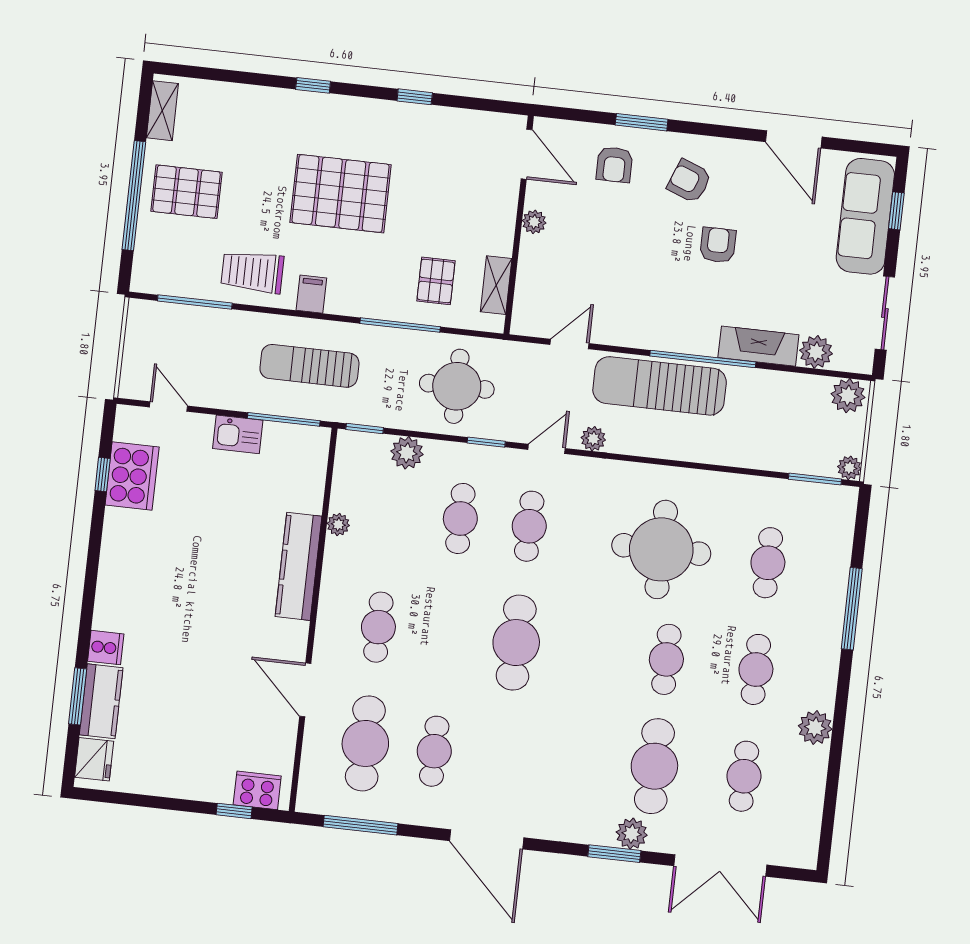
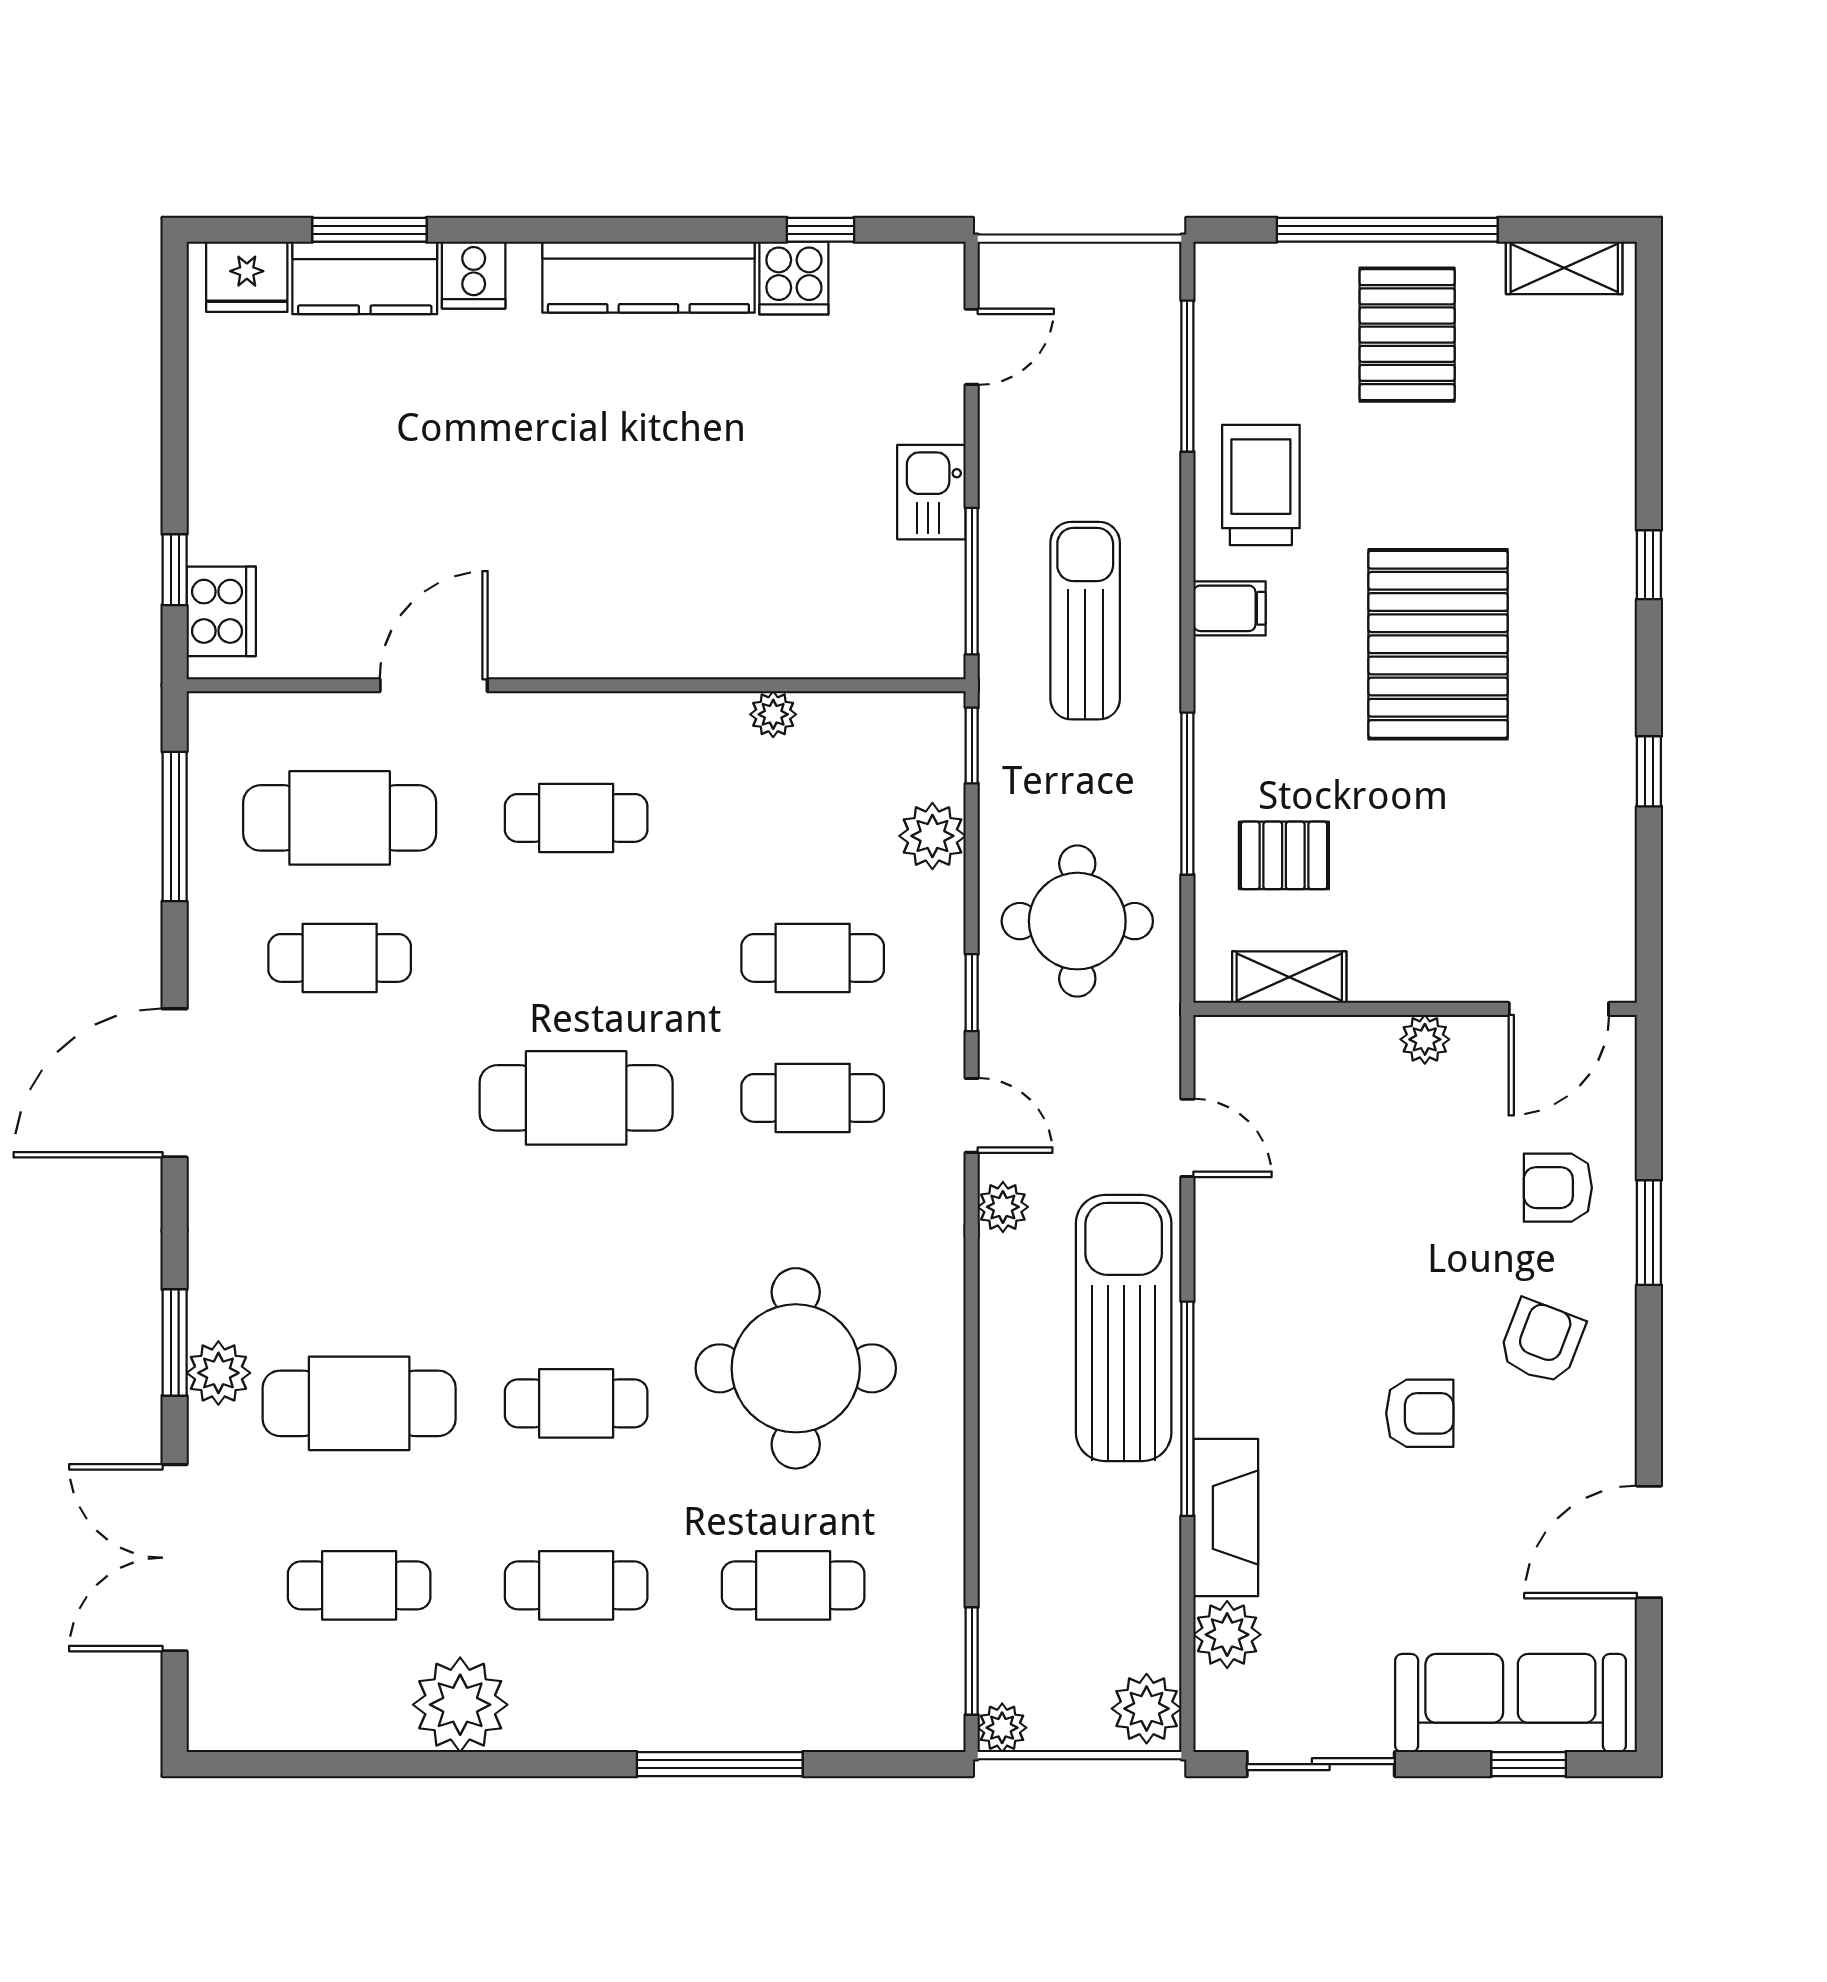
cooker: (132, 476) -> (794, 278), width x0.53, depth x0.76
kitchen counter: (299, 566) -> (648, 277), moved, turned 180
plant: (815, 728) -> (460, 1705), width x1.36, depth x1.36

